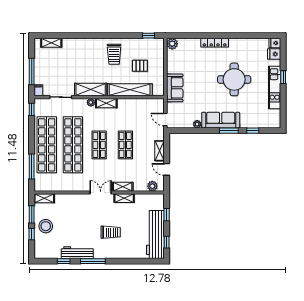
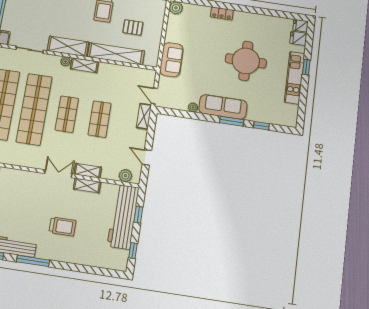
locker: (215, 43) -> (222, 14), width x0.66
shelving: (160, 151) -> (144, 116), moved
workbench: (155, 235) -> (123, 217), moved

